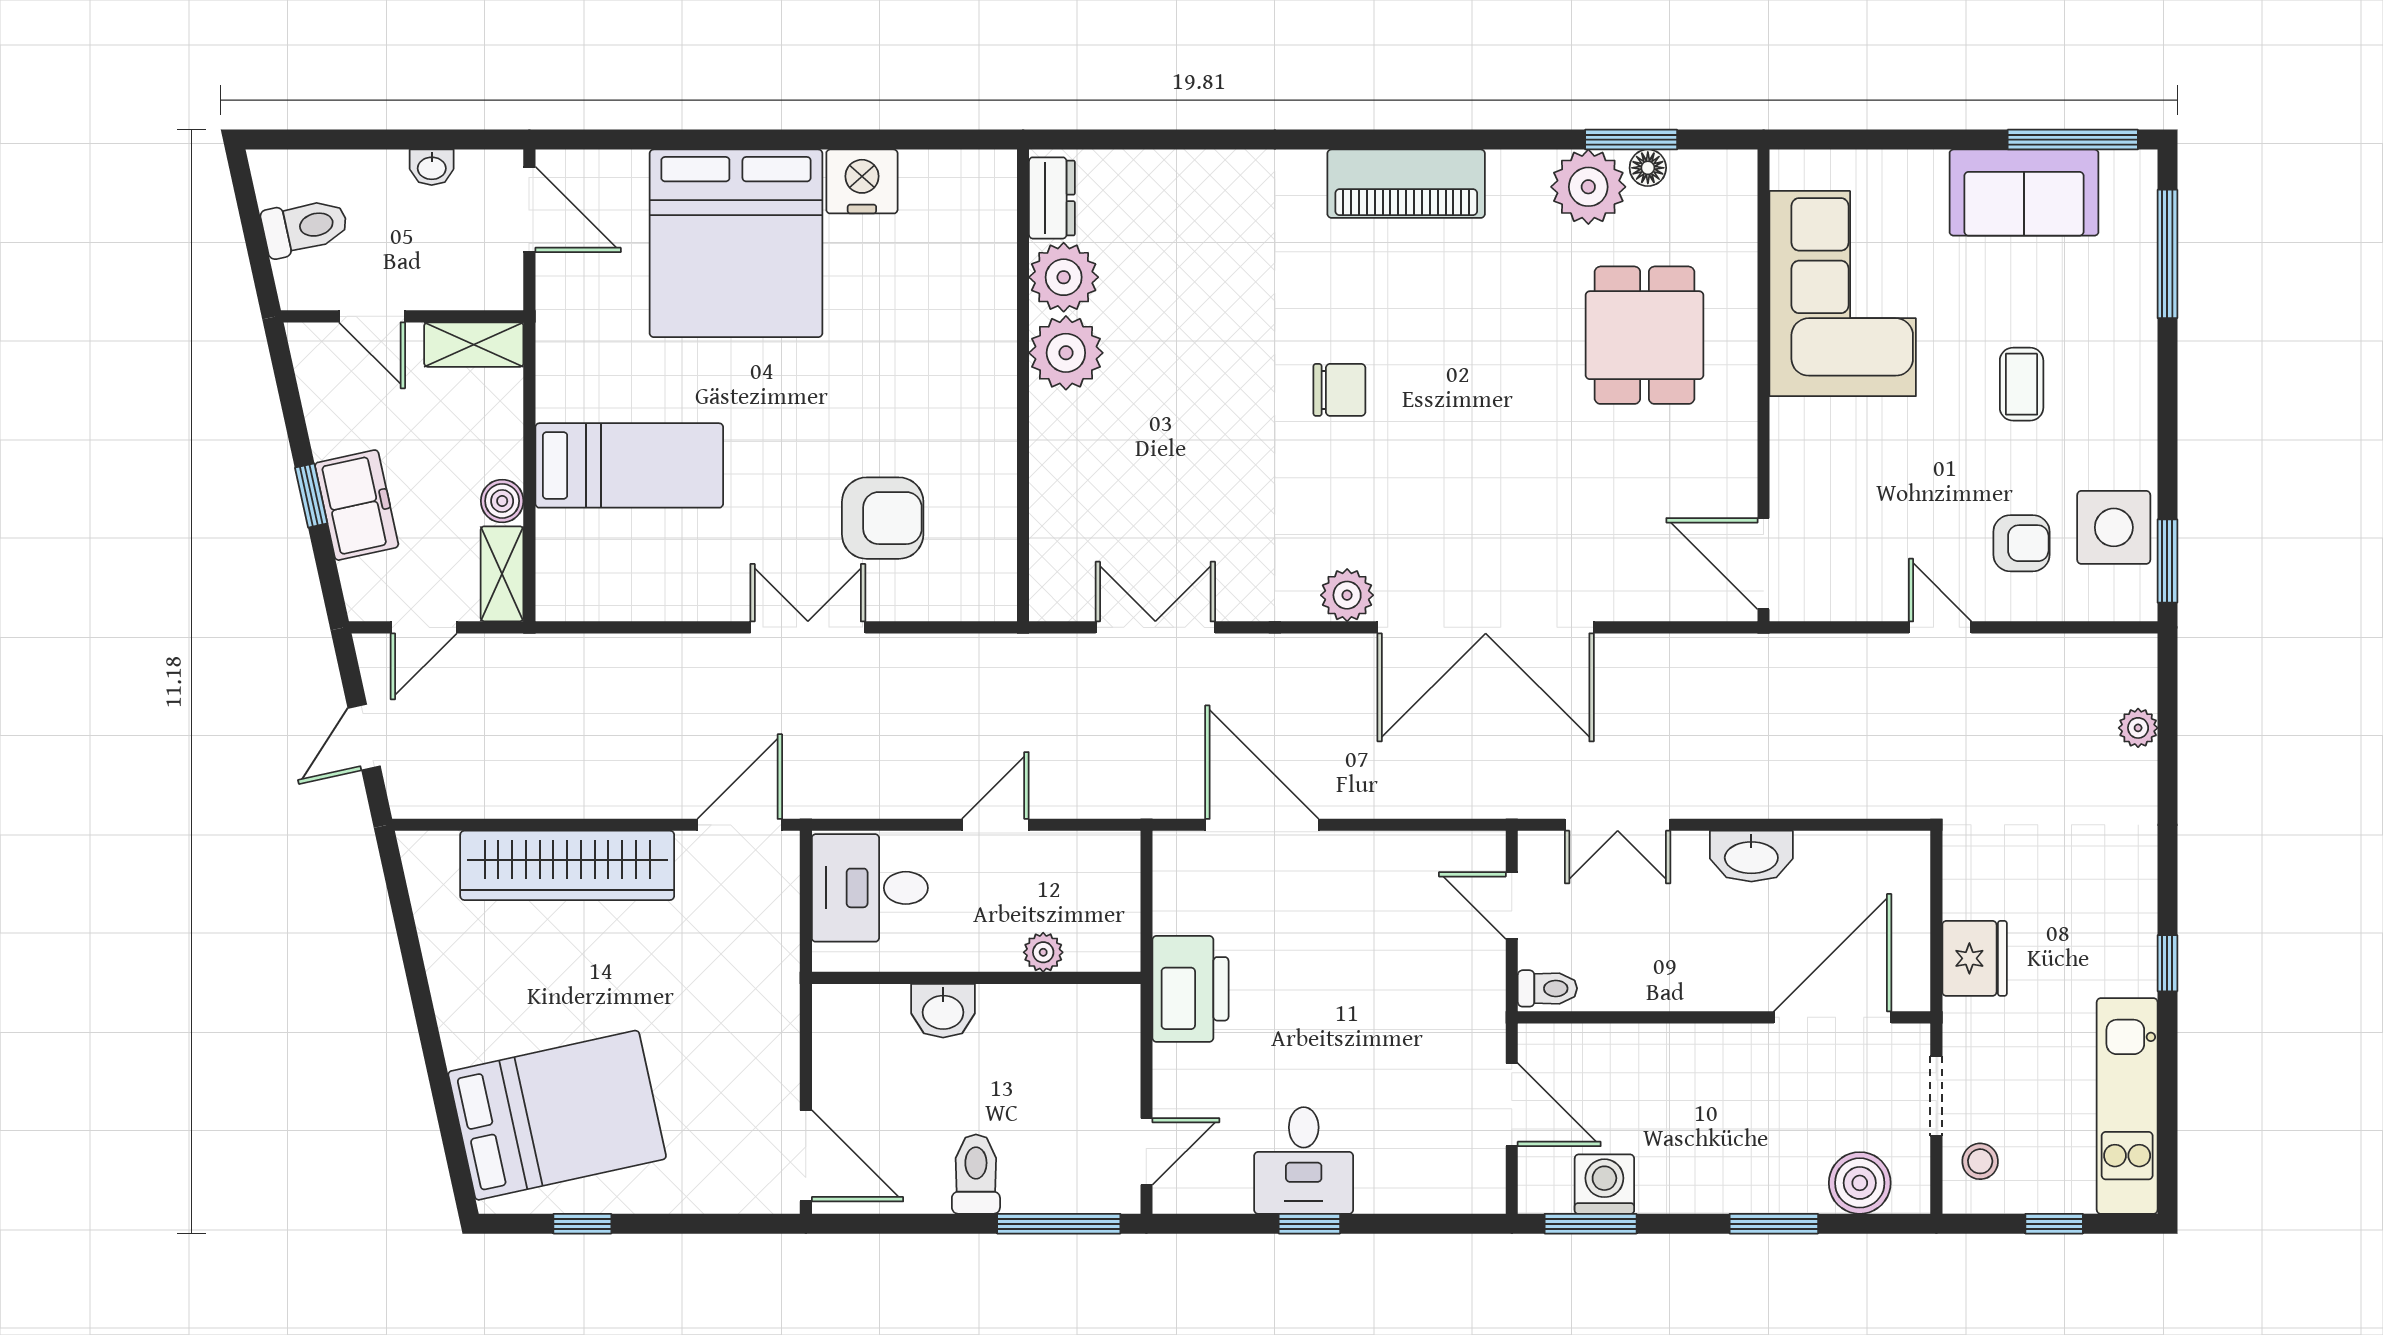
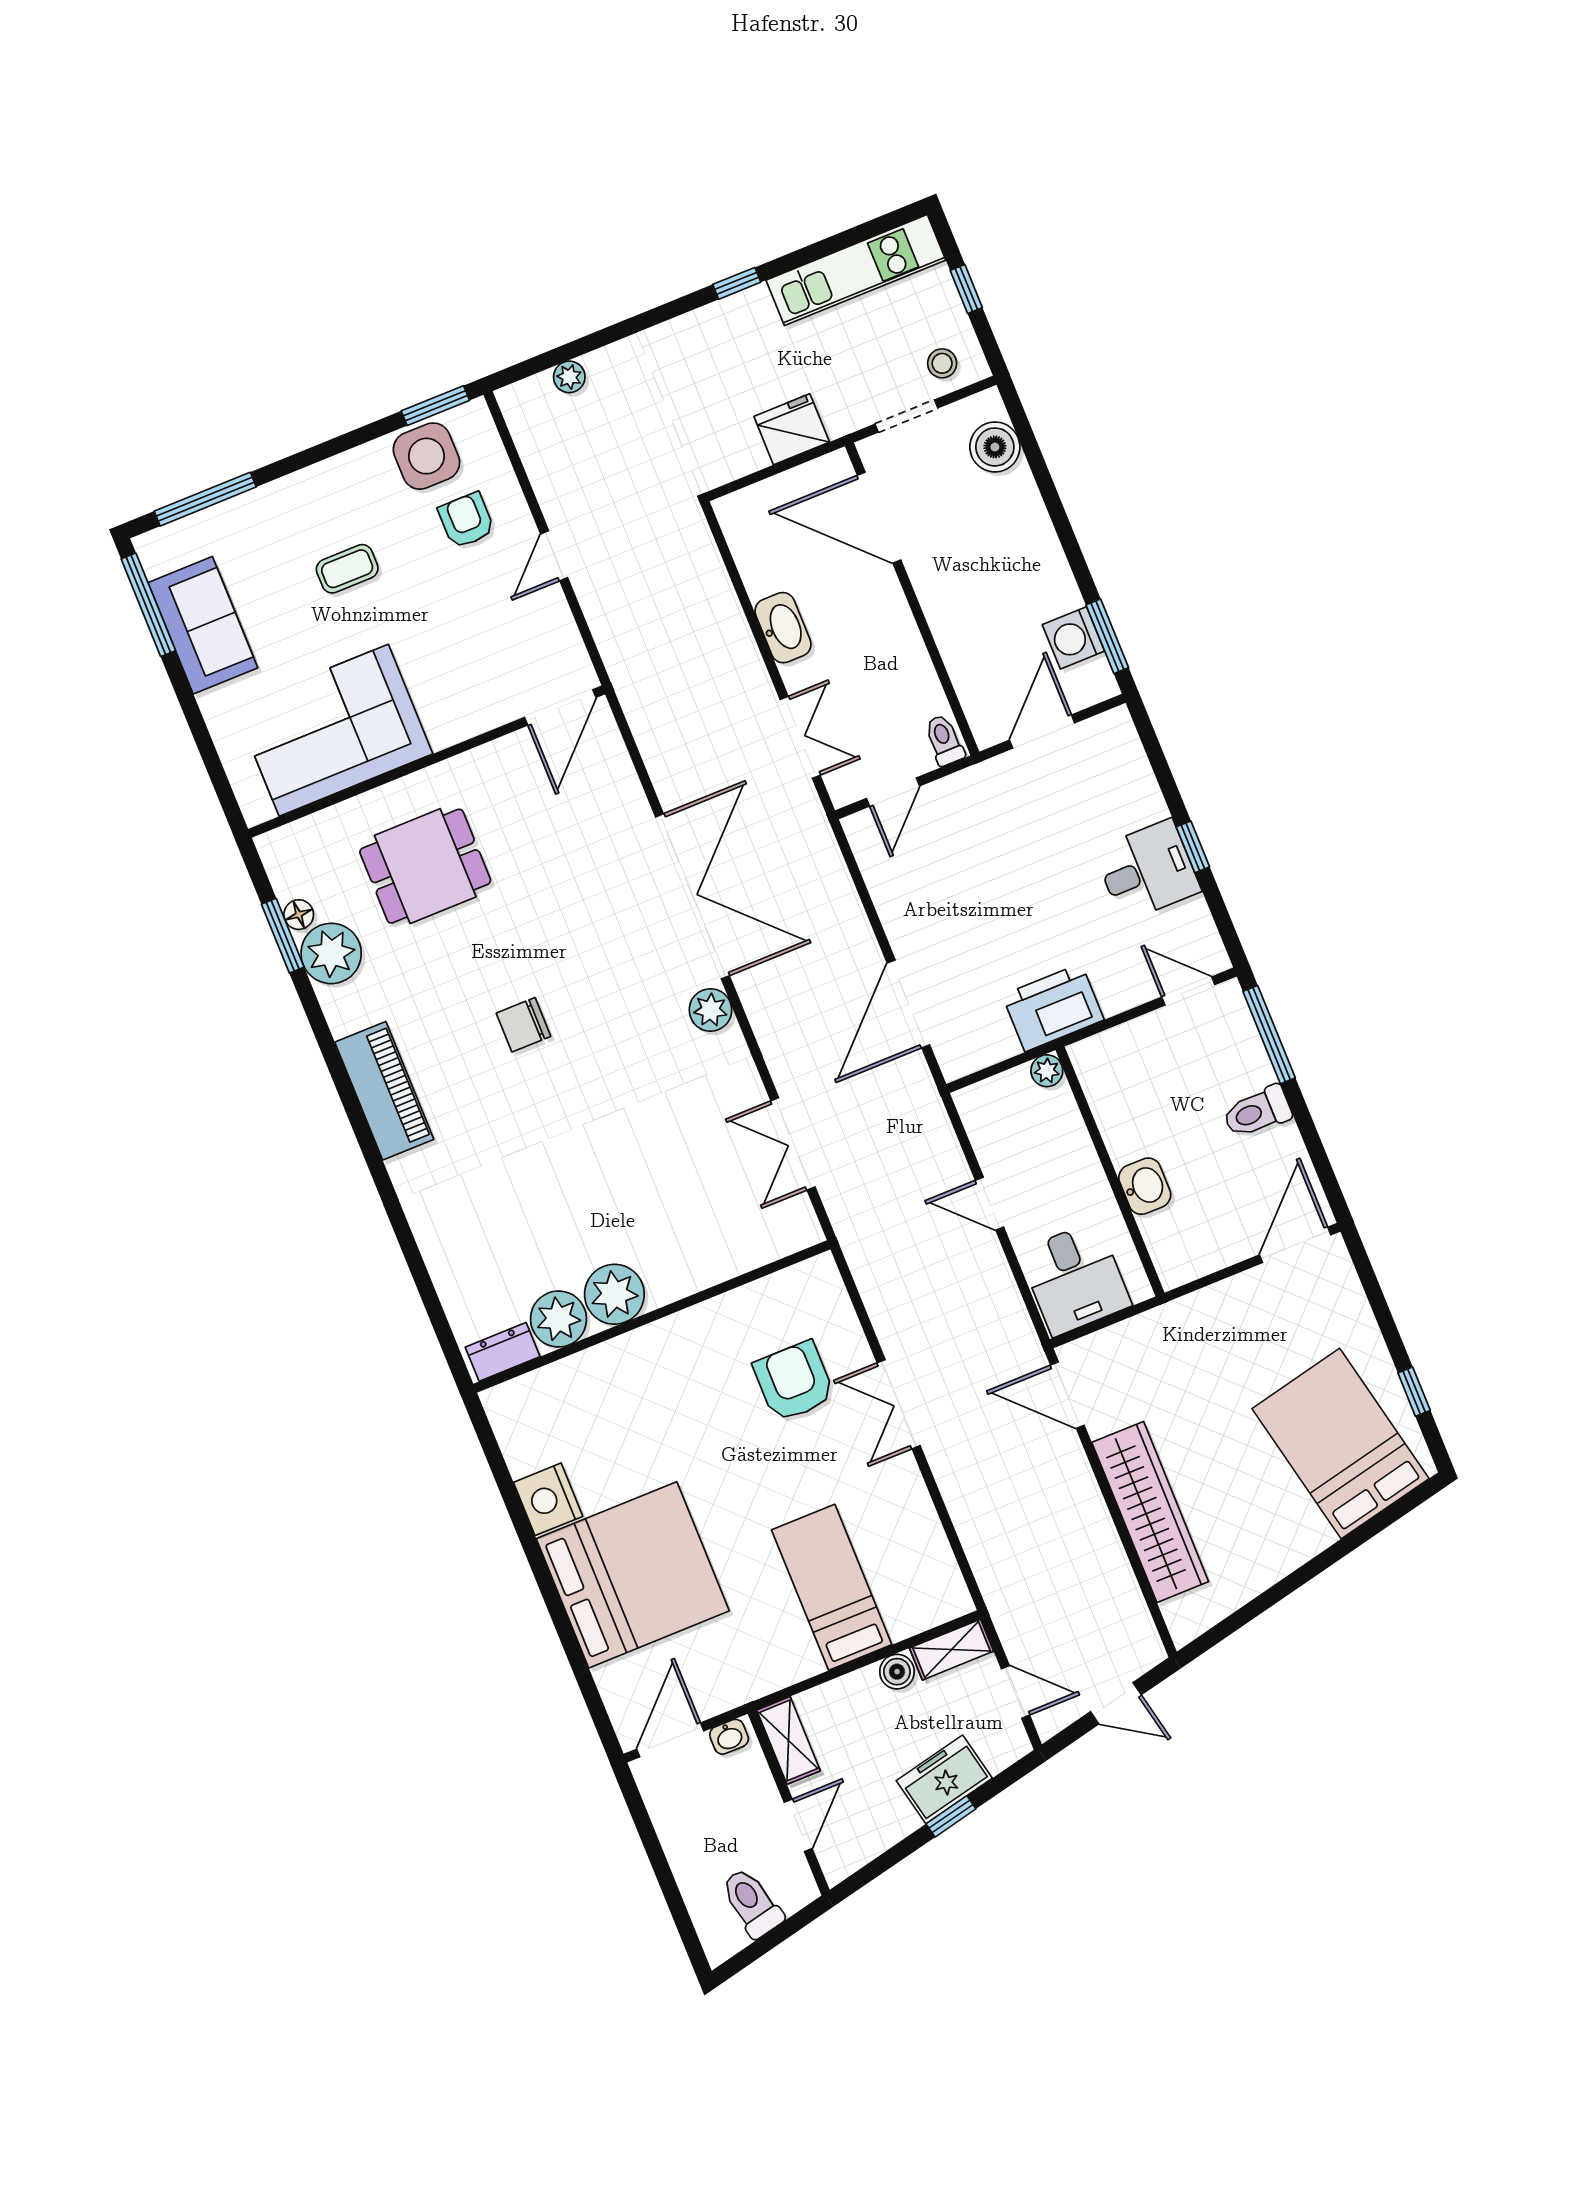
washbasin: (432, 167) -> (729, 1737), moved, turned 90
chair: (1339, 390) -> (523, 1025), moved, turned -90
plant: (1043, 952) -> (1047, 1071), moved
window: (1774, 1224) -> (1052, 499), removed

